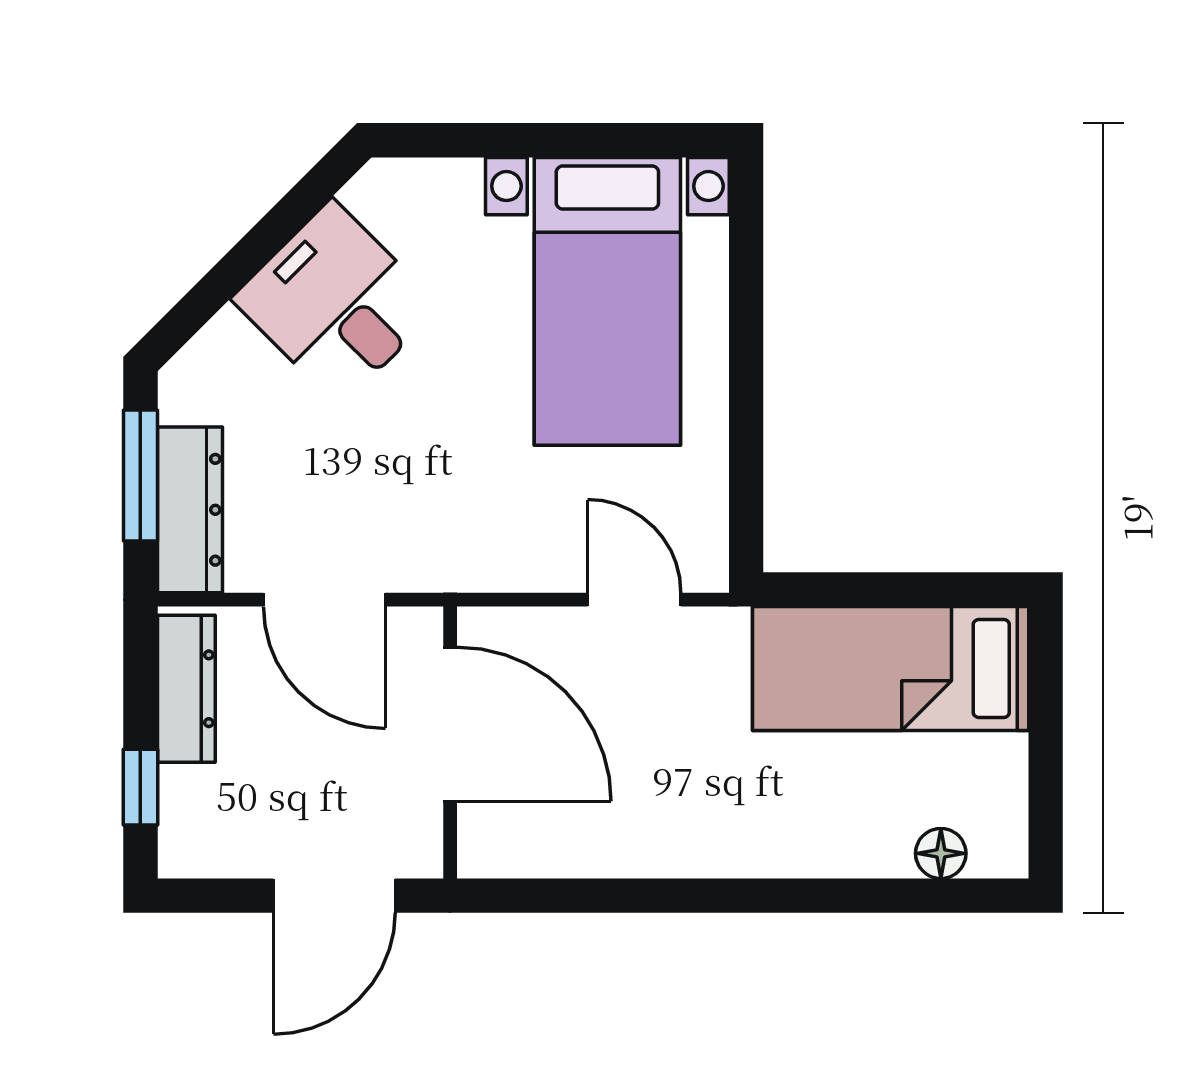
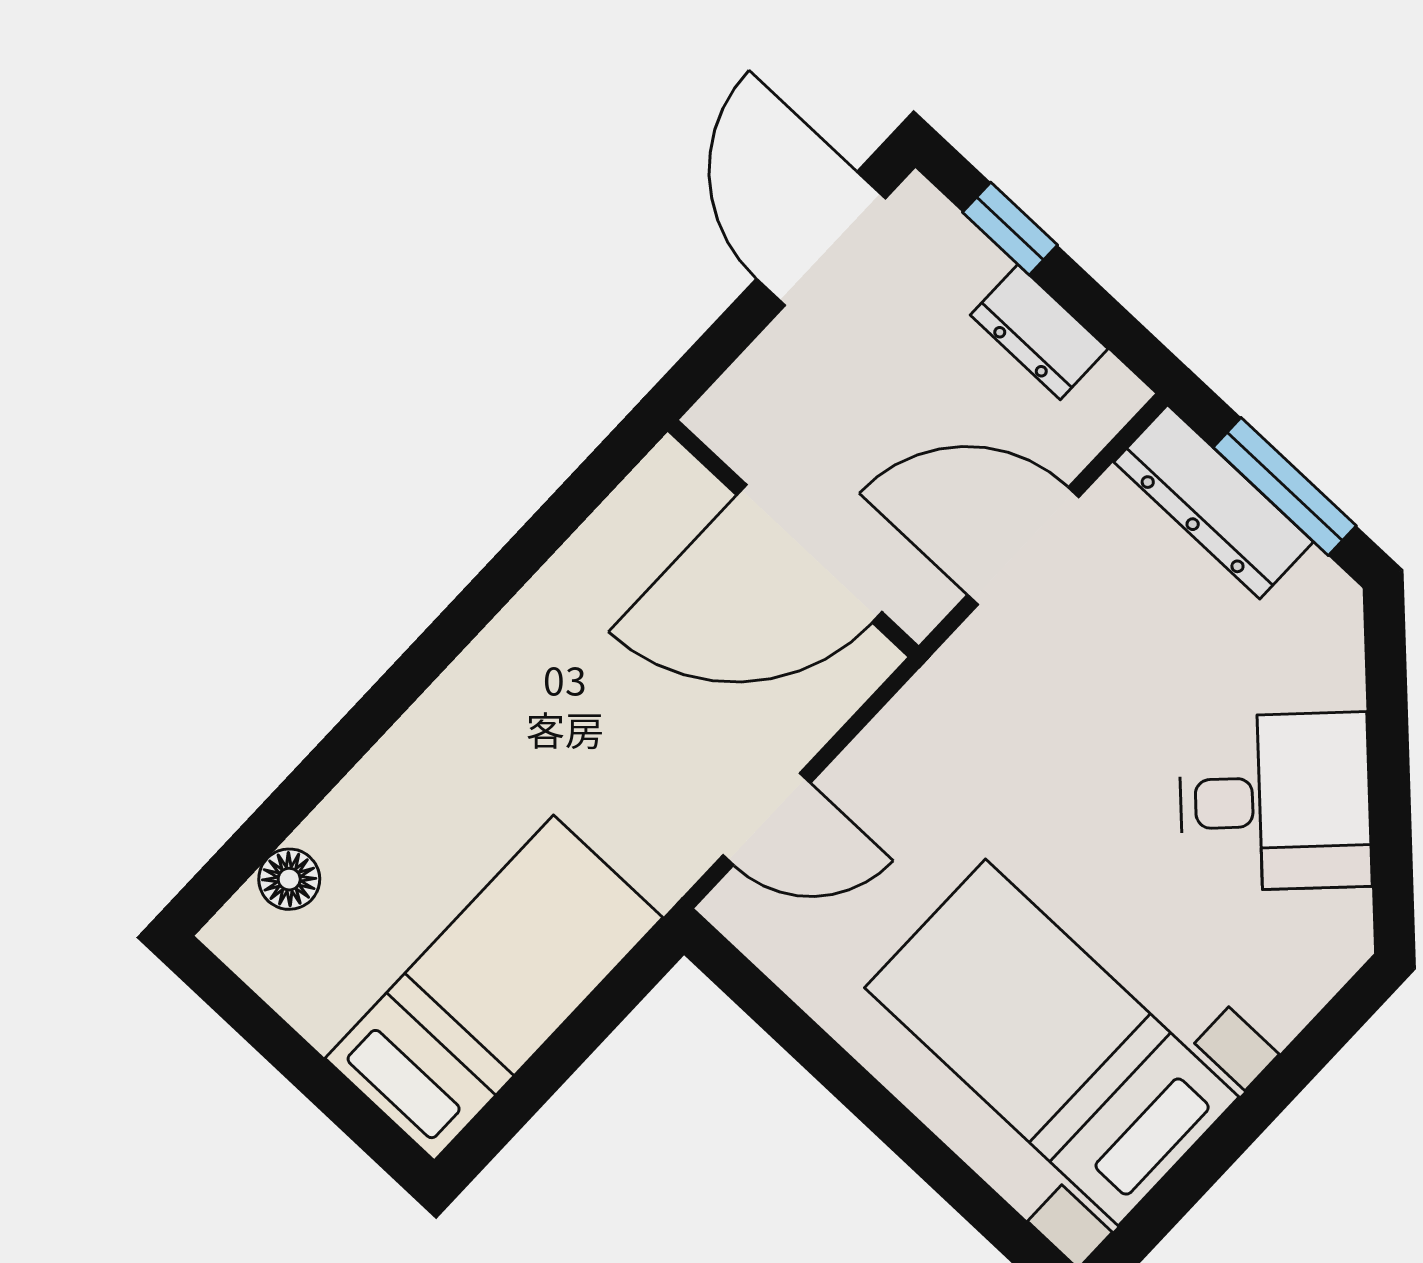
dresser: (186, 689) -> (1039, 332), width x0.70
door: (334, 896) -> (821, 238), moved

